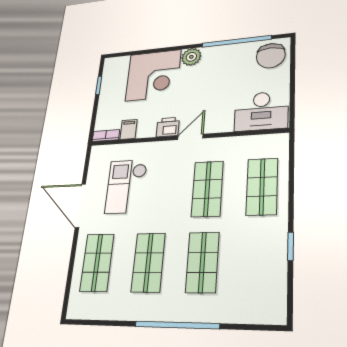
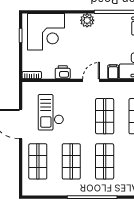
corner desk: (153, 75) -> (46, 32), moved
printer: (168, 127) -> (63, 72), moved
filing cabinet: (128, 129) -> (113, 72), moved

